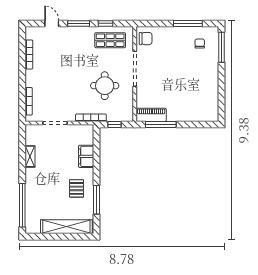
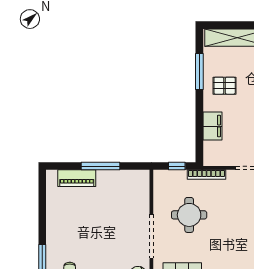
piano: (151, 115) -> (77, 178), moved
window: (161, 125) -> (100, 166), moved
pallet: (77, 188) -> (225, 86), turned 90

